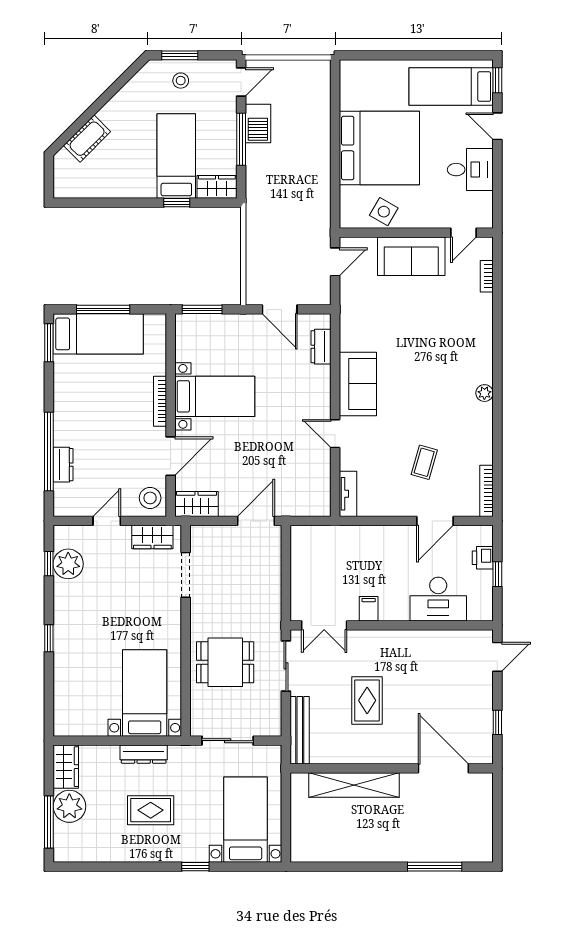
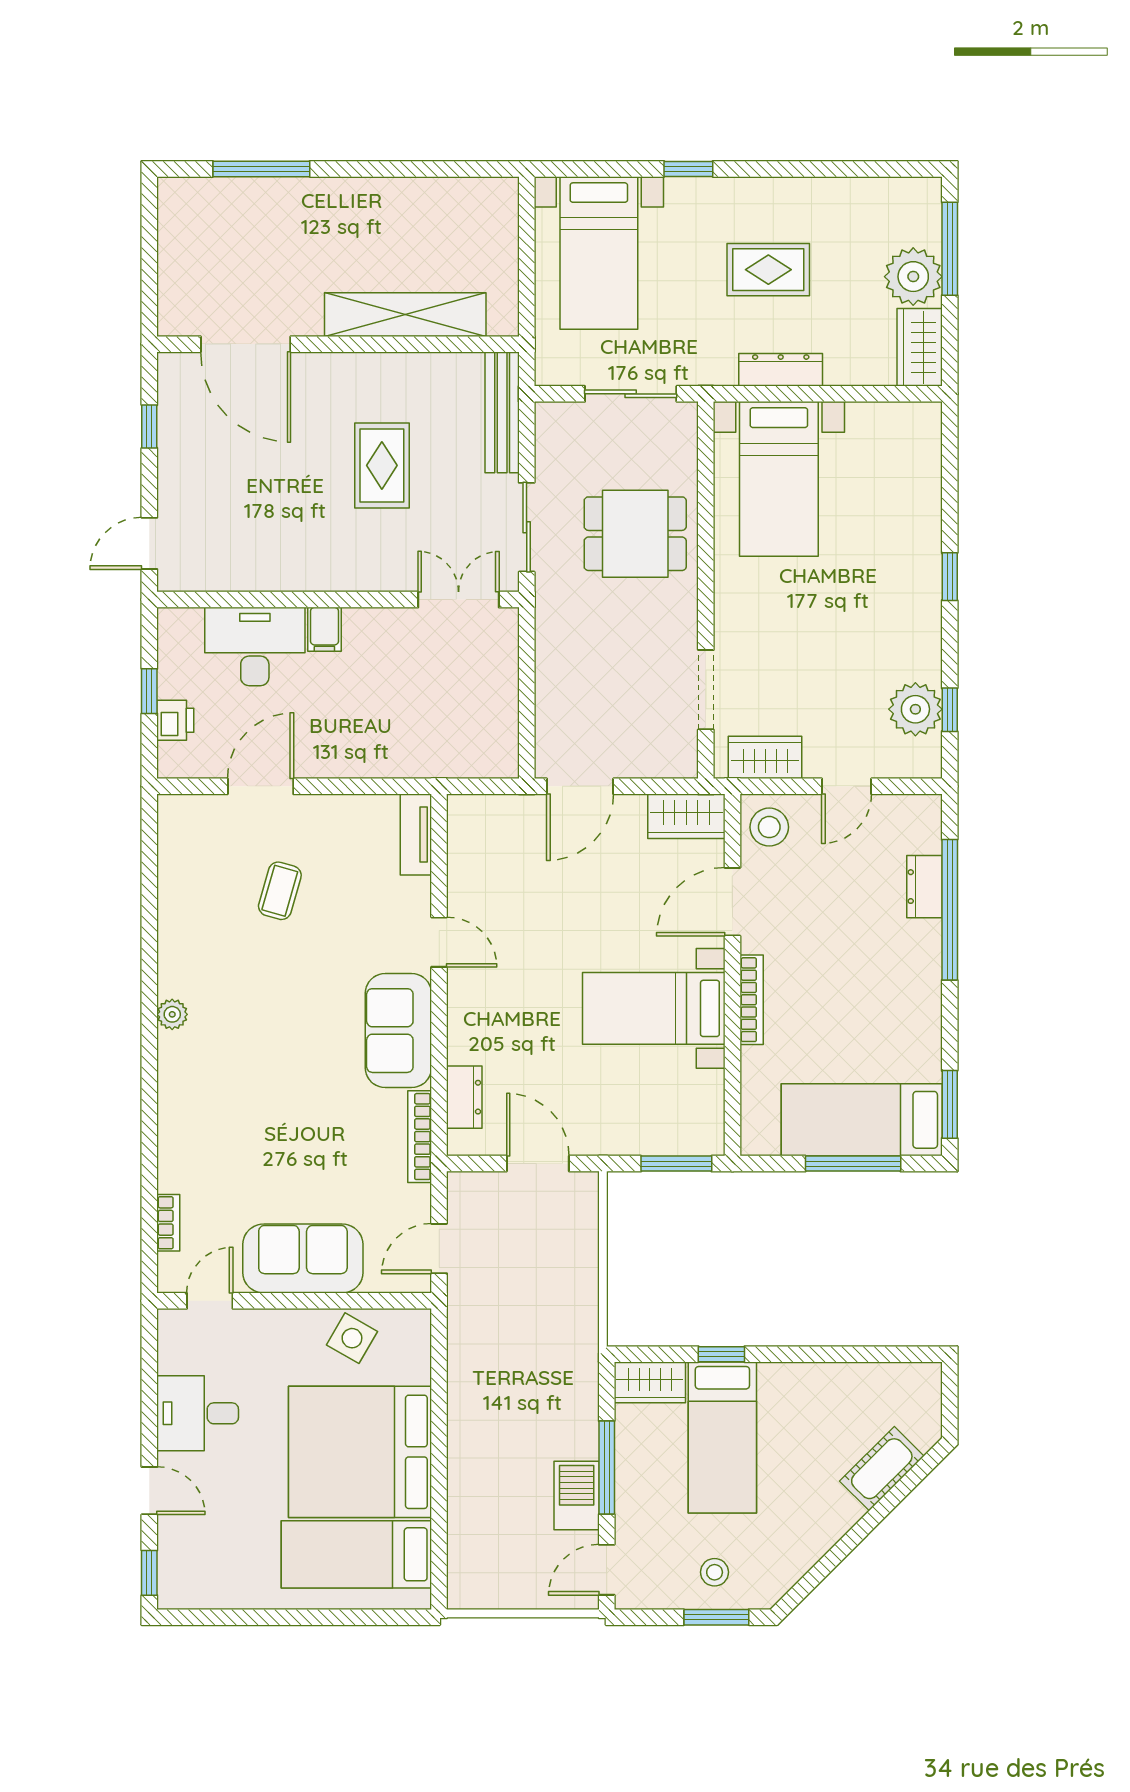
bed: (451, 87) -> (356, 1554), moved, turned 180
bookcase: (486, 491) -> (420, 1137), moved, turned 180
filing cabinet: (369, 609) -> (324, 629), moved

